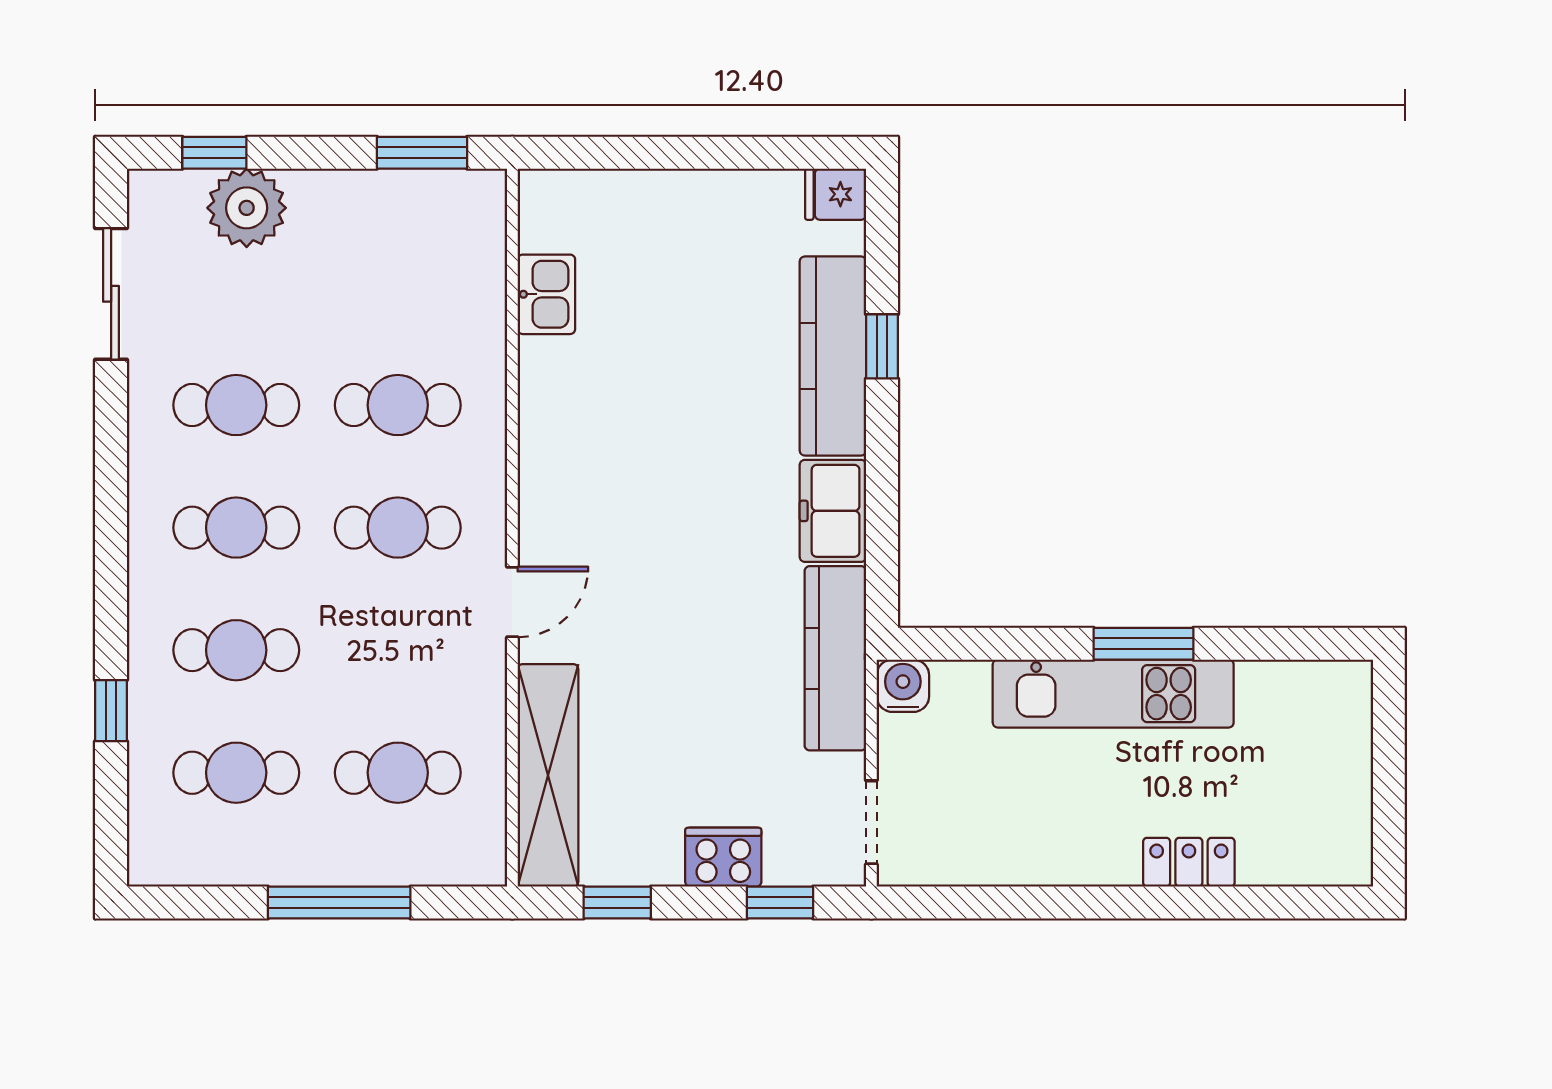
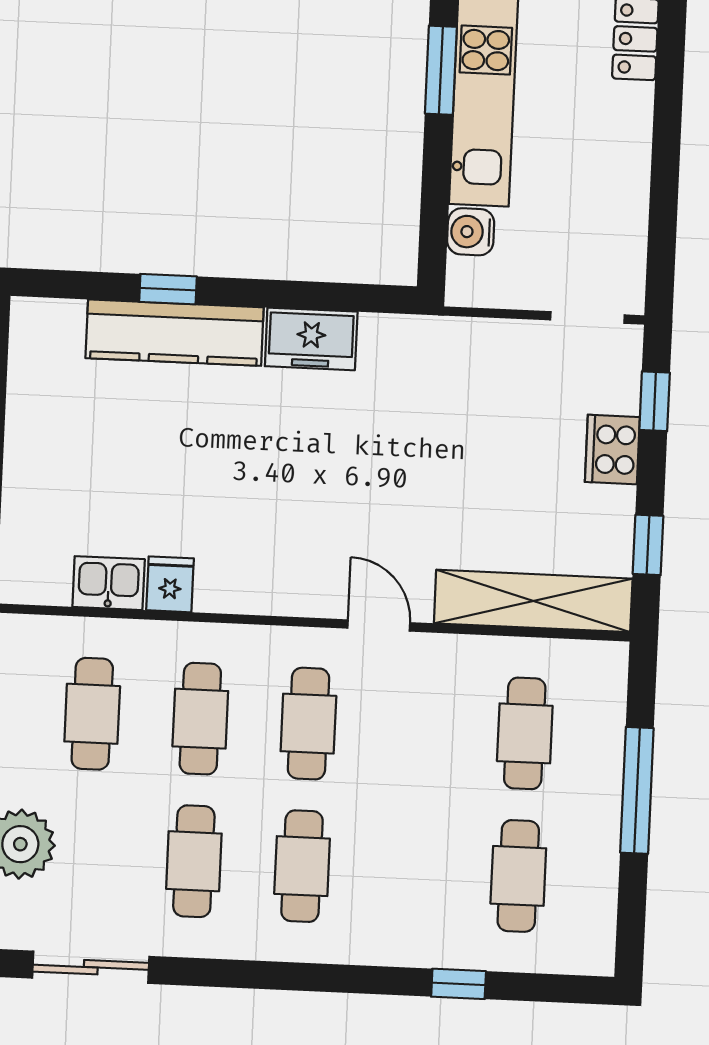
fridge: (836, 194) -> (170, 584), moved, turned 180
cafe table: (236, 650) -> (92, 714), moved
kitchen counter: (835, 658) -> (441, 343), removed
water cooler: (903, 686) -> (471, 232), moved

